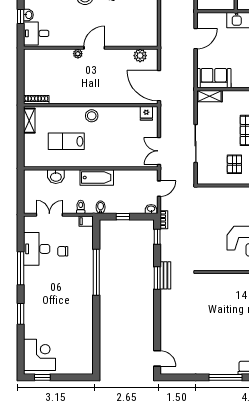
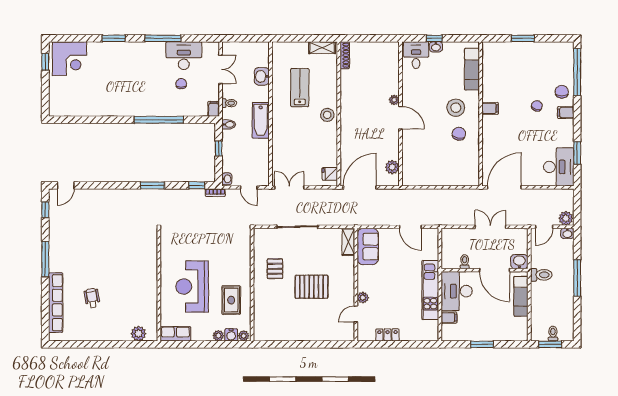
pallet: (234, 164) -> (275, 269), turned 90
bench: (165, 275) -> (155, 194), removed
window: (180, 377) -> (45, 210), added

